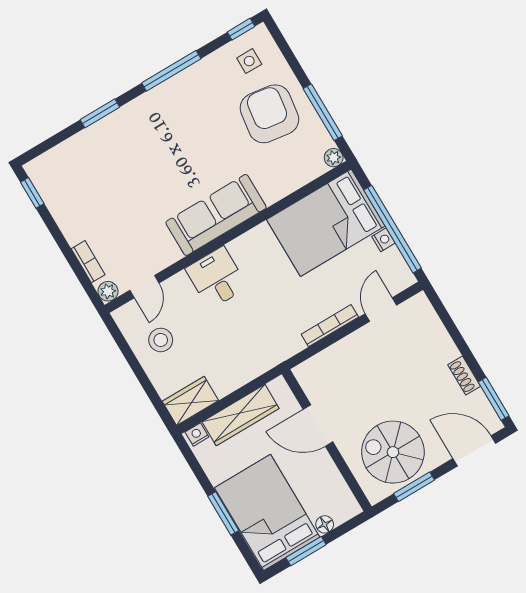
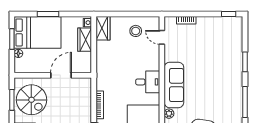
desk: (217, 278) -> (148, 82), moved
plant: (108, 291) -> (169, 114), moved
wardrobe: (241, 415) -> (85, 40), width x0.67
spiral stairs: (393, 452) -> (31, 100), turned 90

